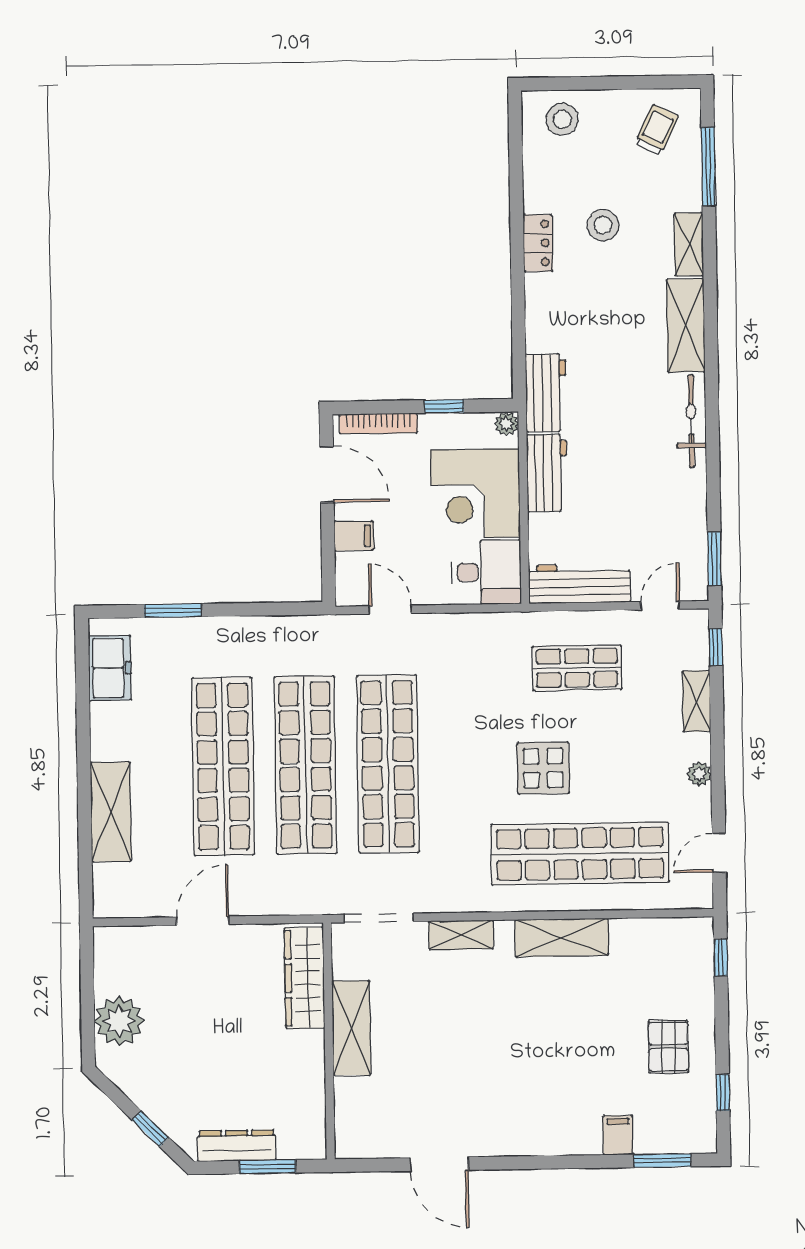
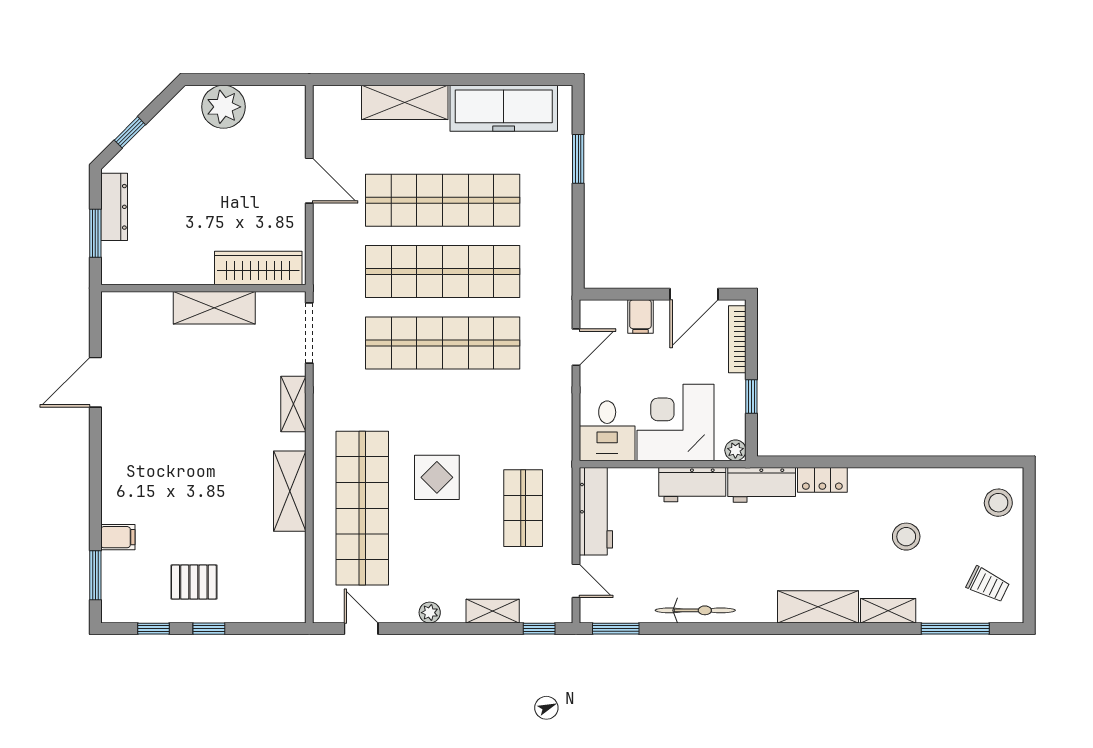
locker: (538, 243) -> (822, 480), moved
bicycle: (691, 421) -> (695, 610), moved
freezer: (110, 668) -> (504, 108), width x1.91, depth x1.26
window: (721, 958) -> (209, 629), moved

